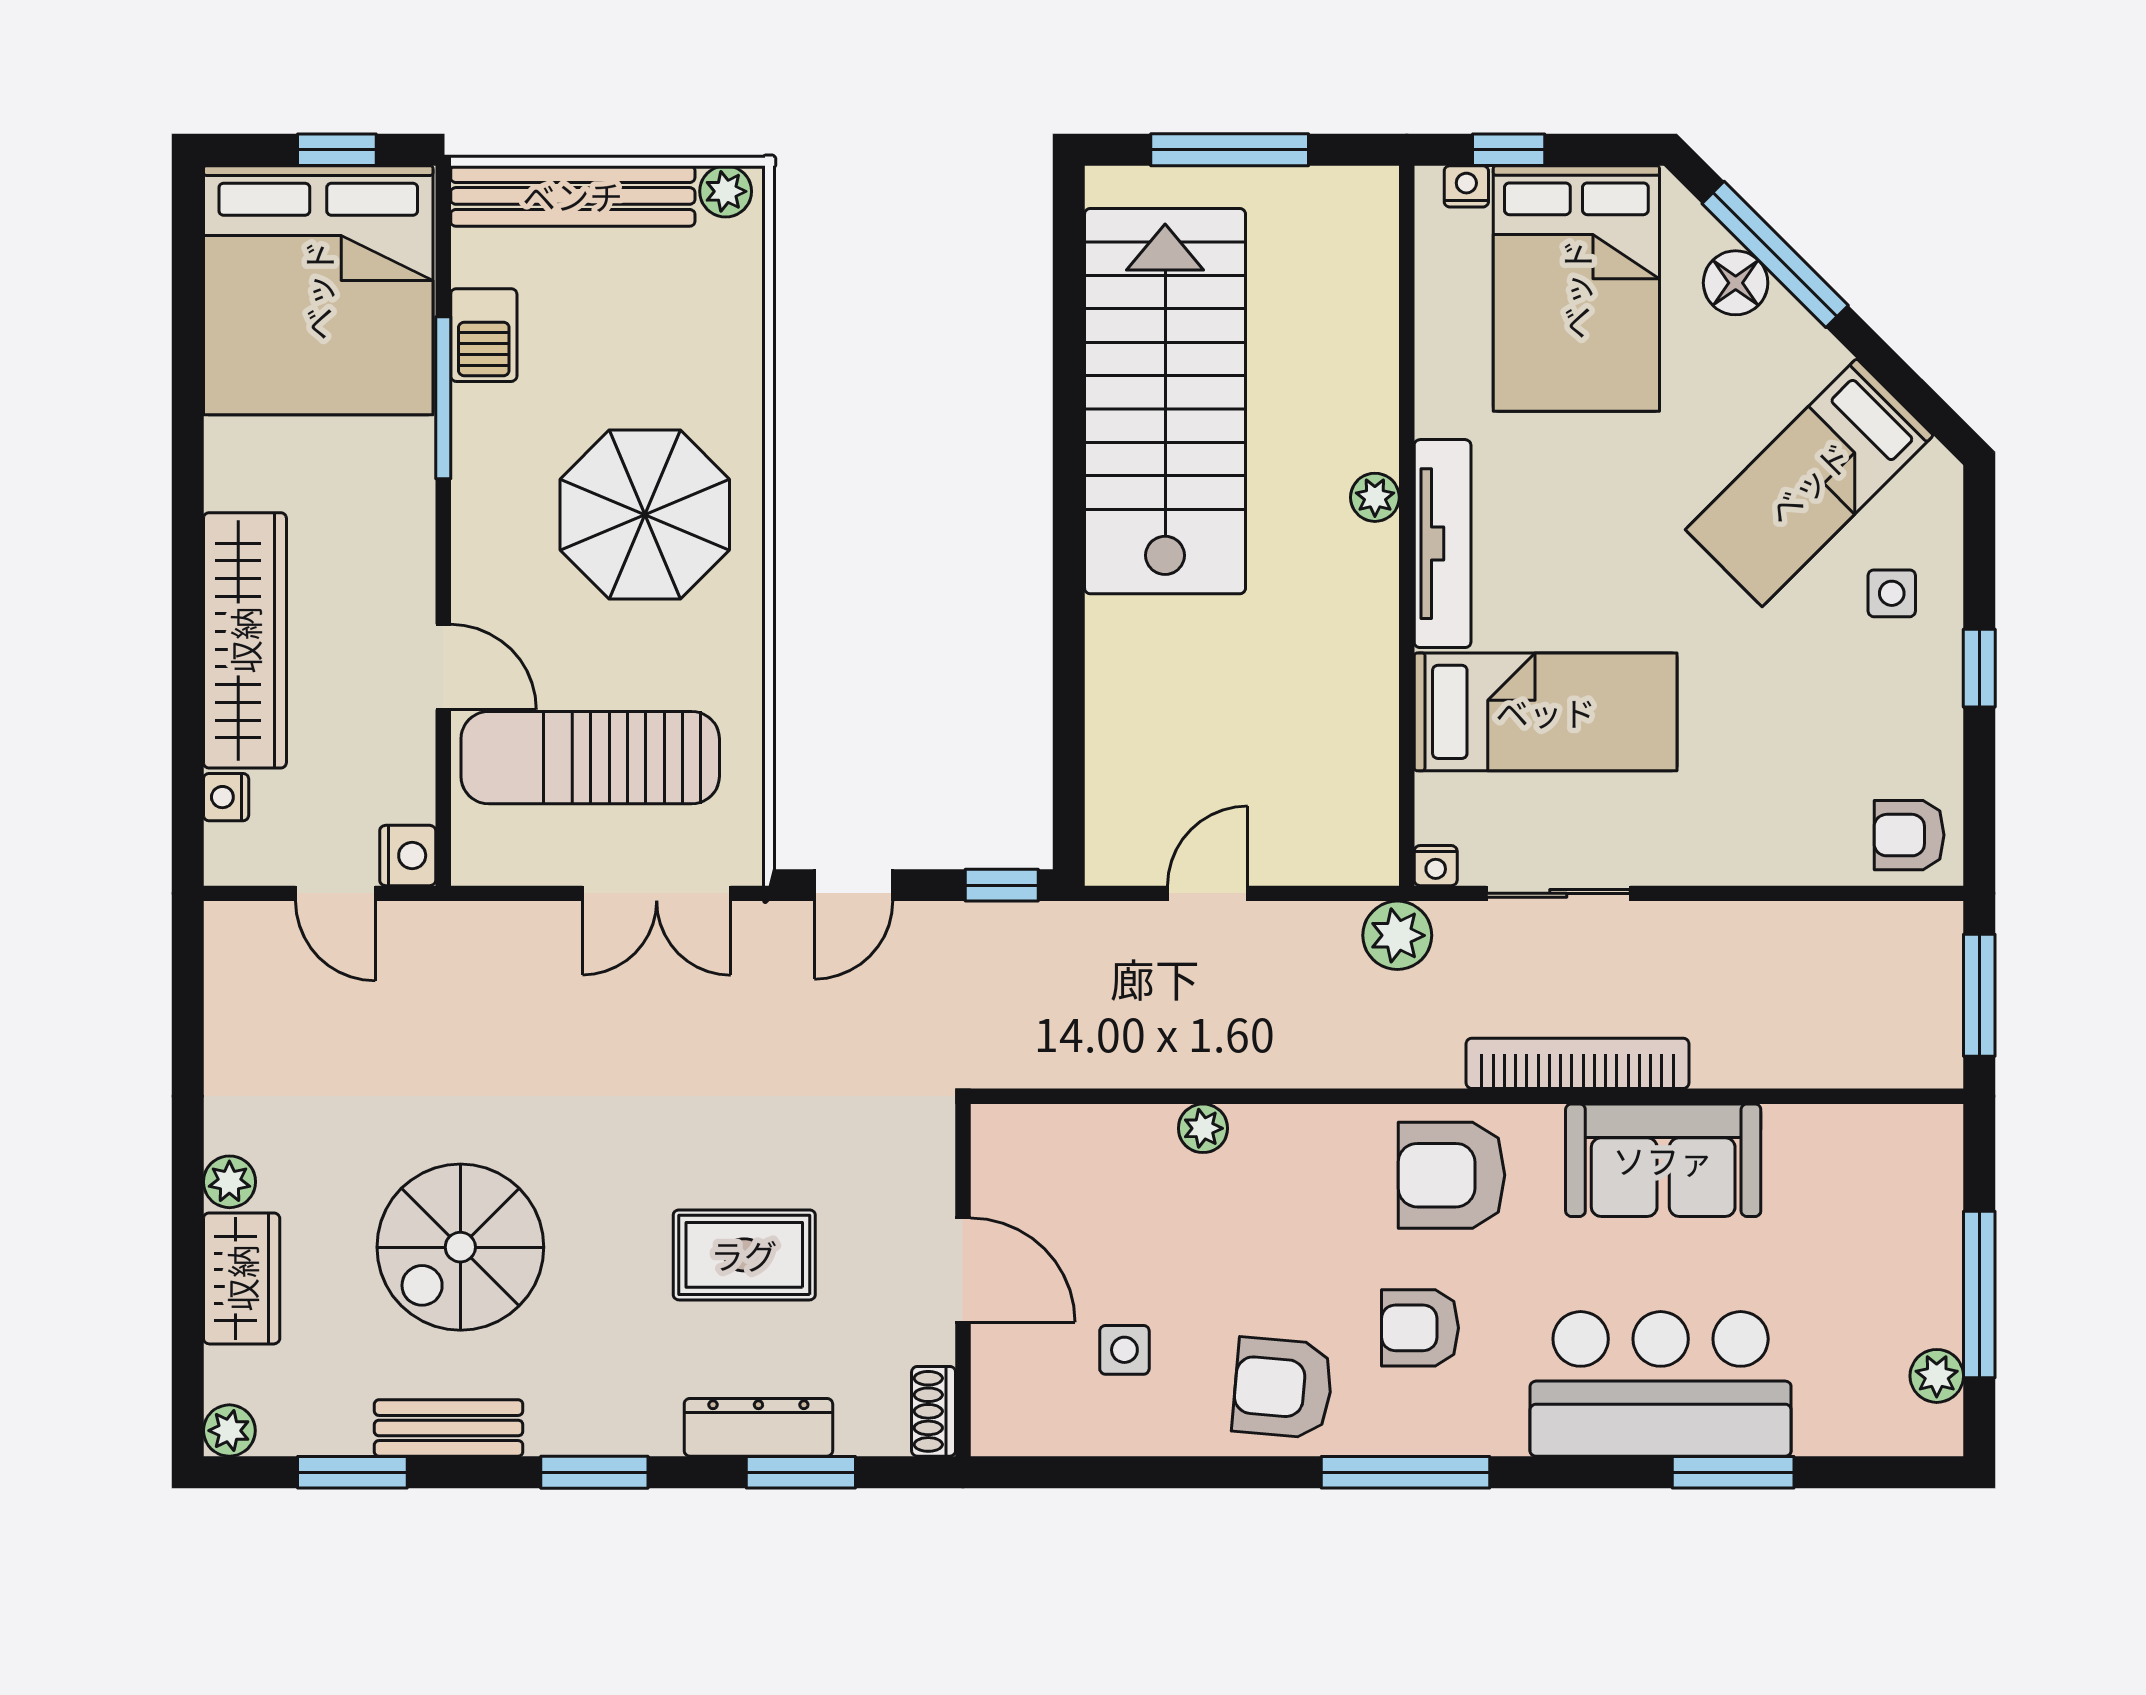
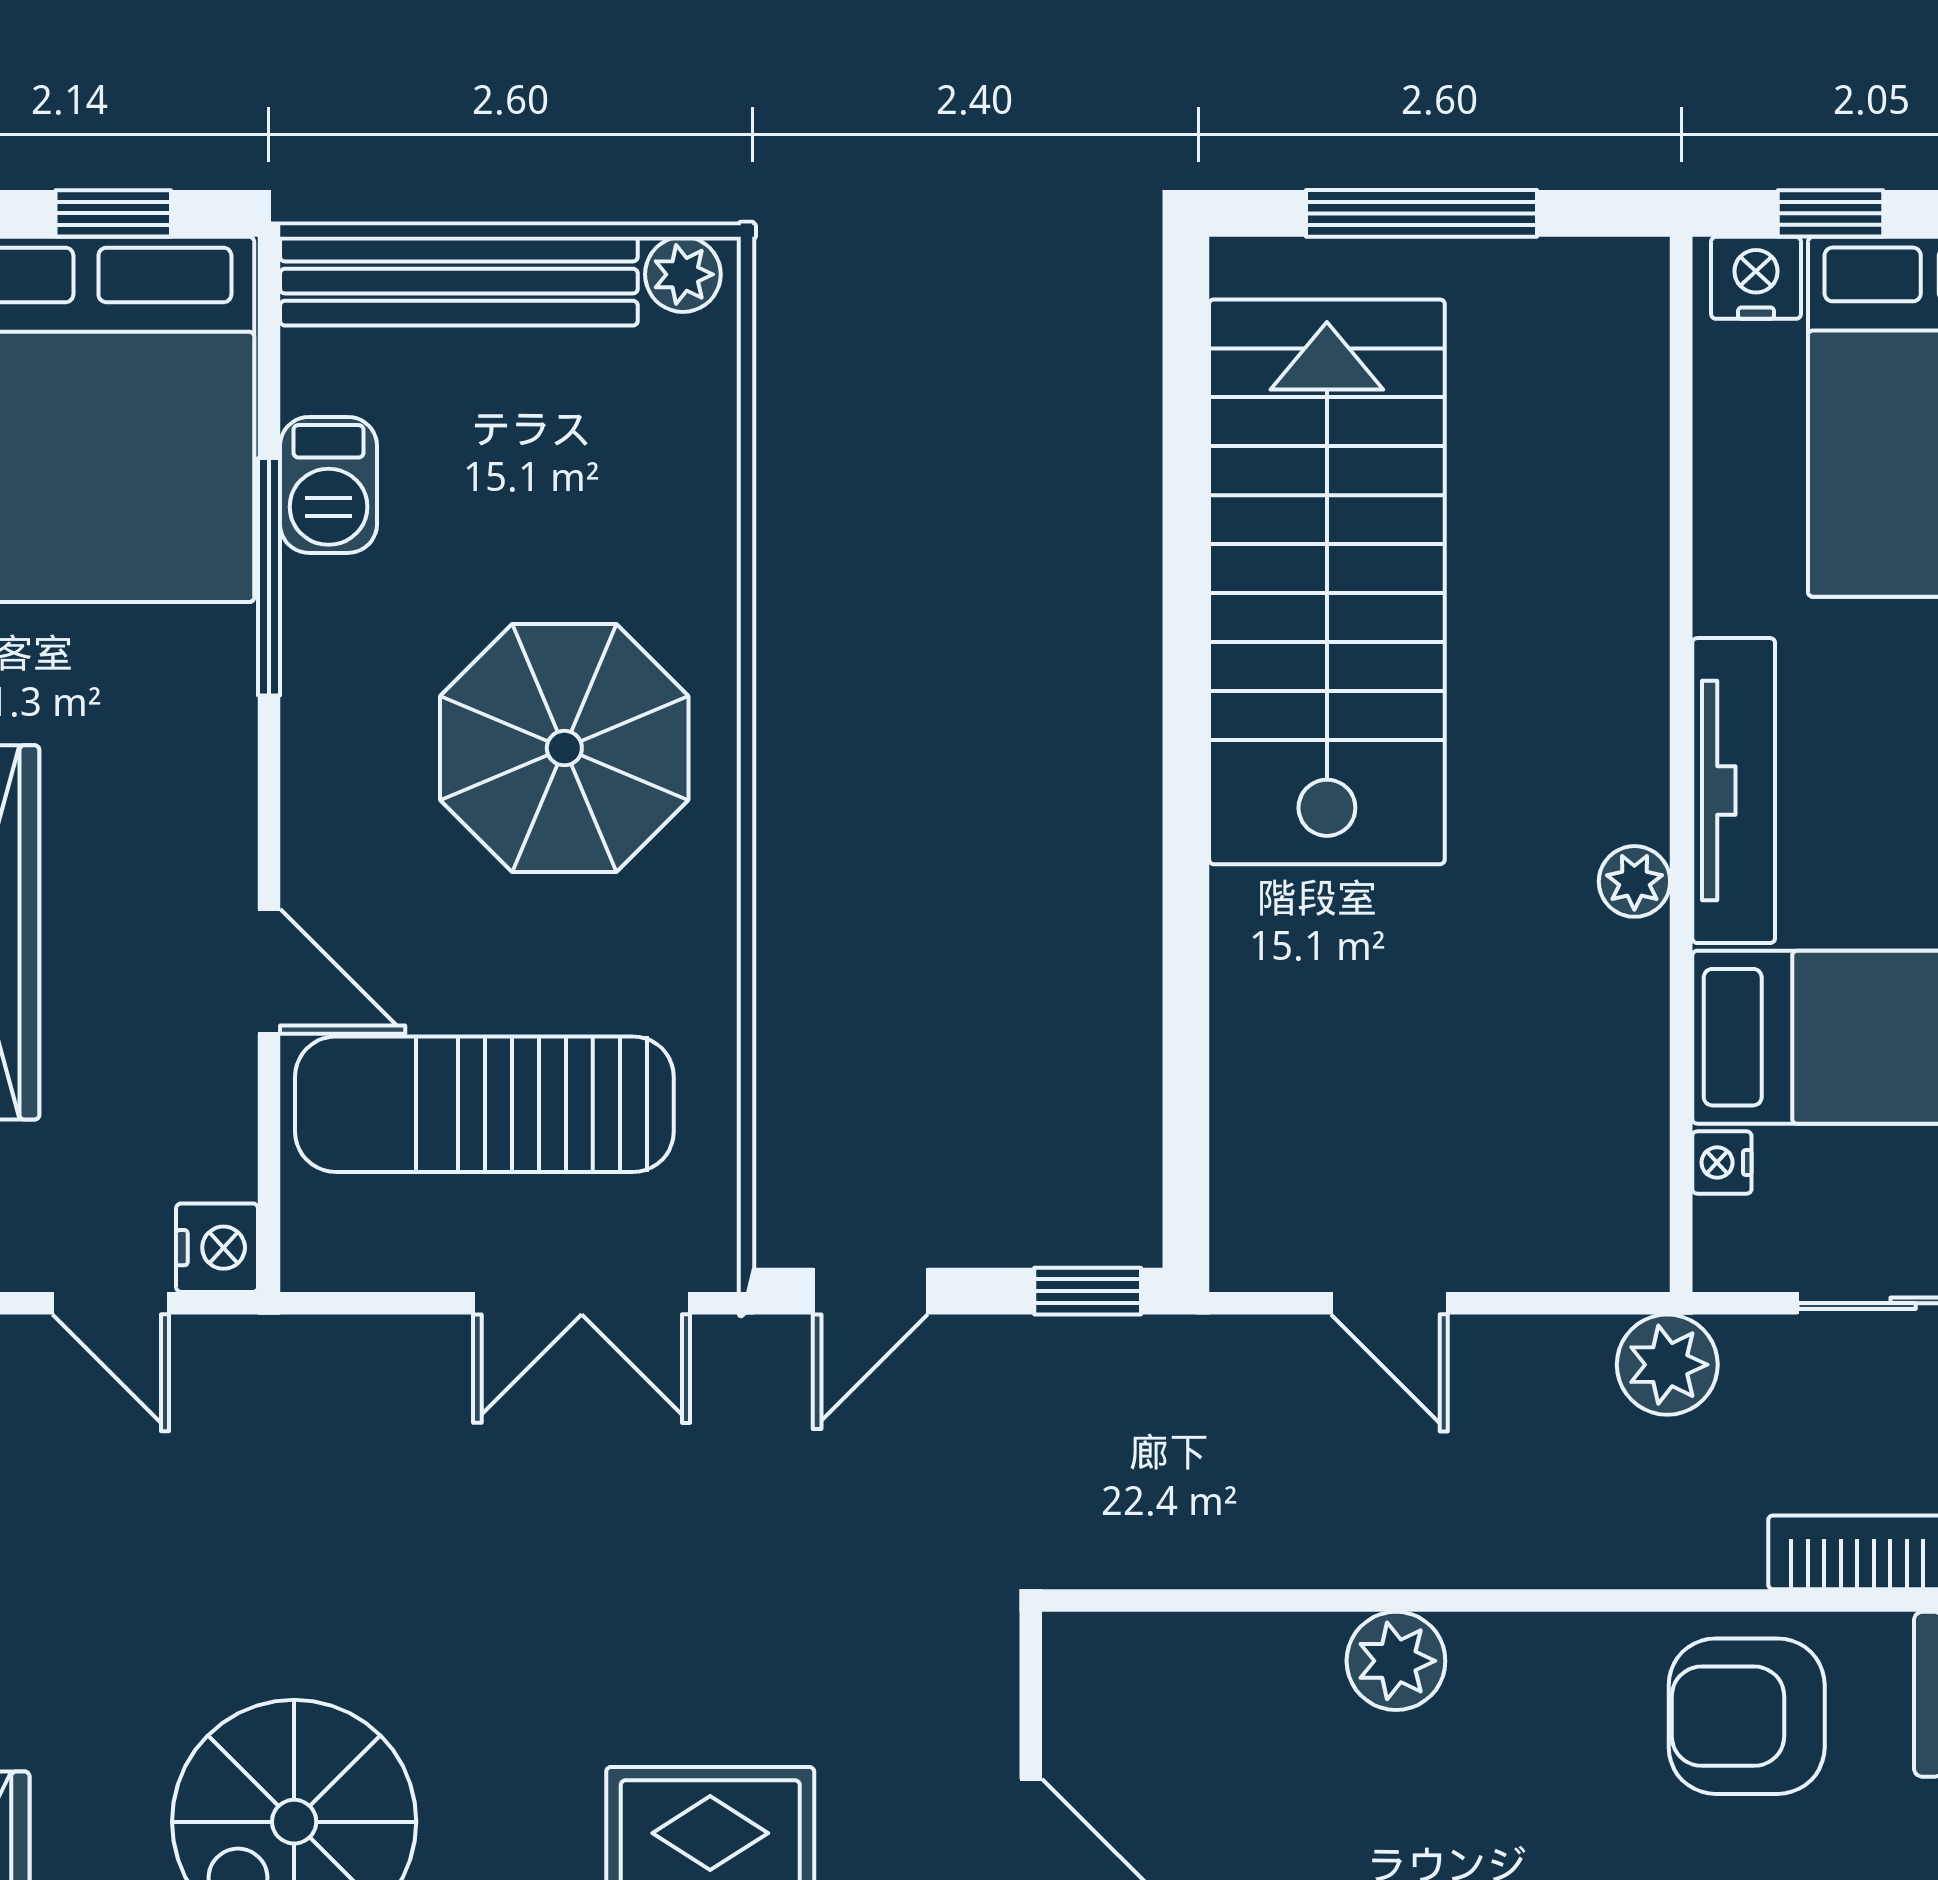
nightstand: (1466, 186) -> (1756, 278), width x1.39, depth x1.35
plant: (1375, 497) -> (1634, 881), moved
nightstand: (1436, 866) -> (1722, 1162), moved, turned 90
door: (1208, 893) -> (1389, 1303), swing flipped
plant: (1203, 1128) -> (1396, 1661), width x1.38, depth x1.38

